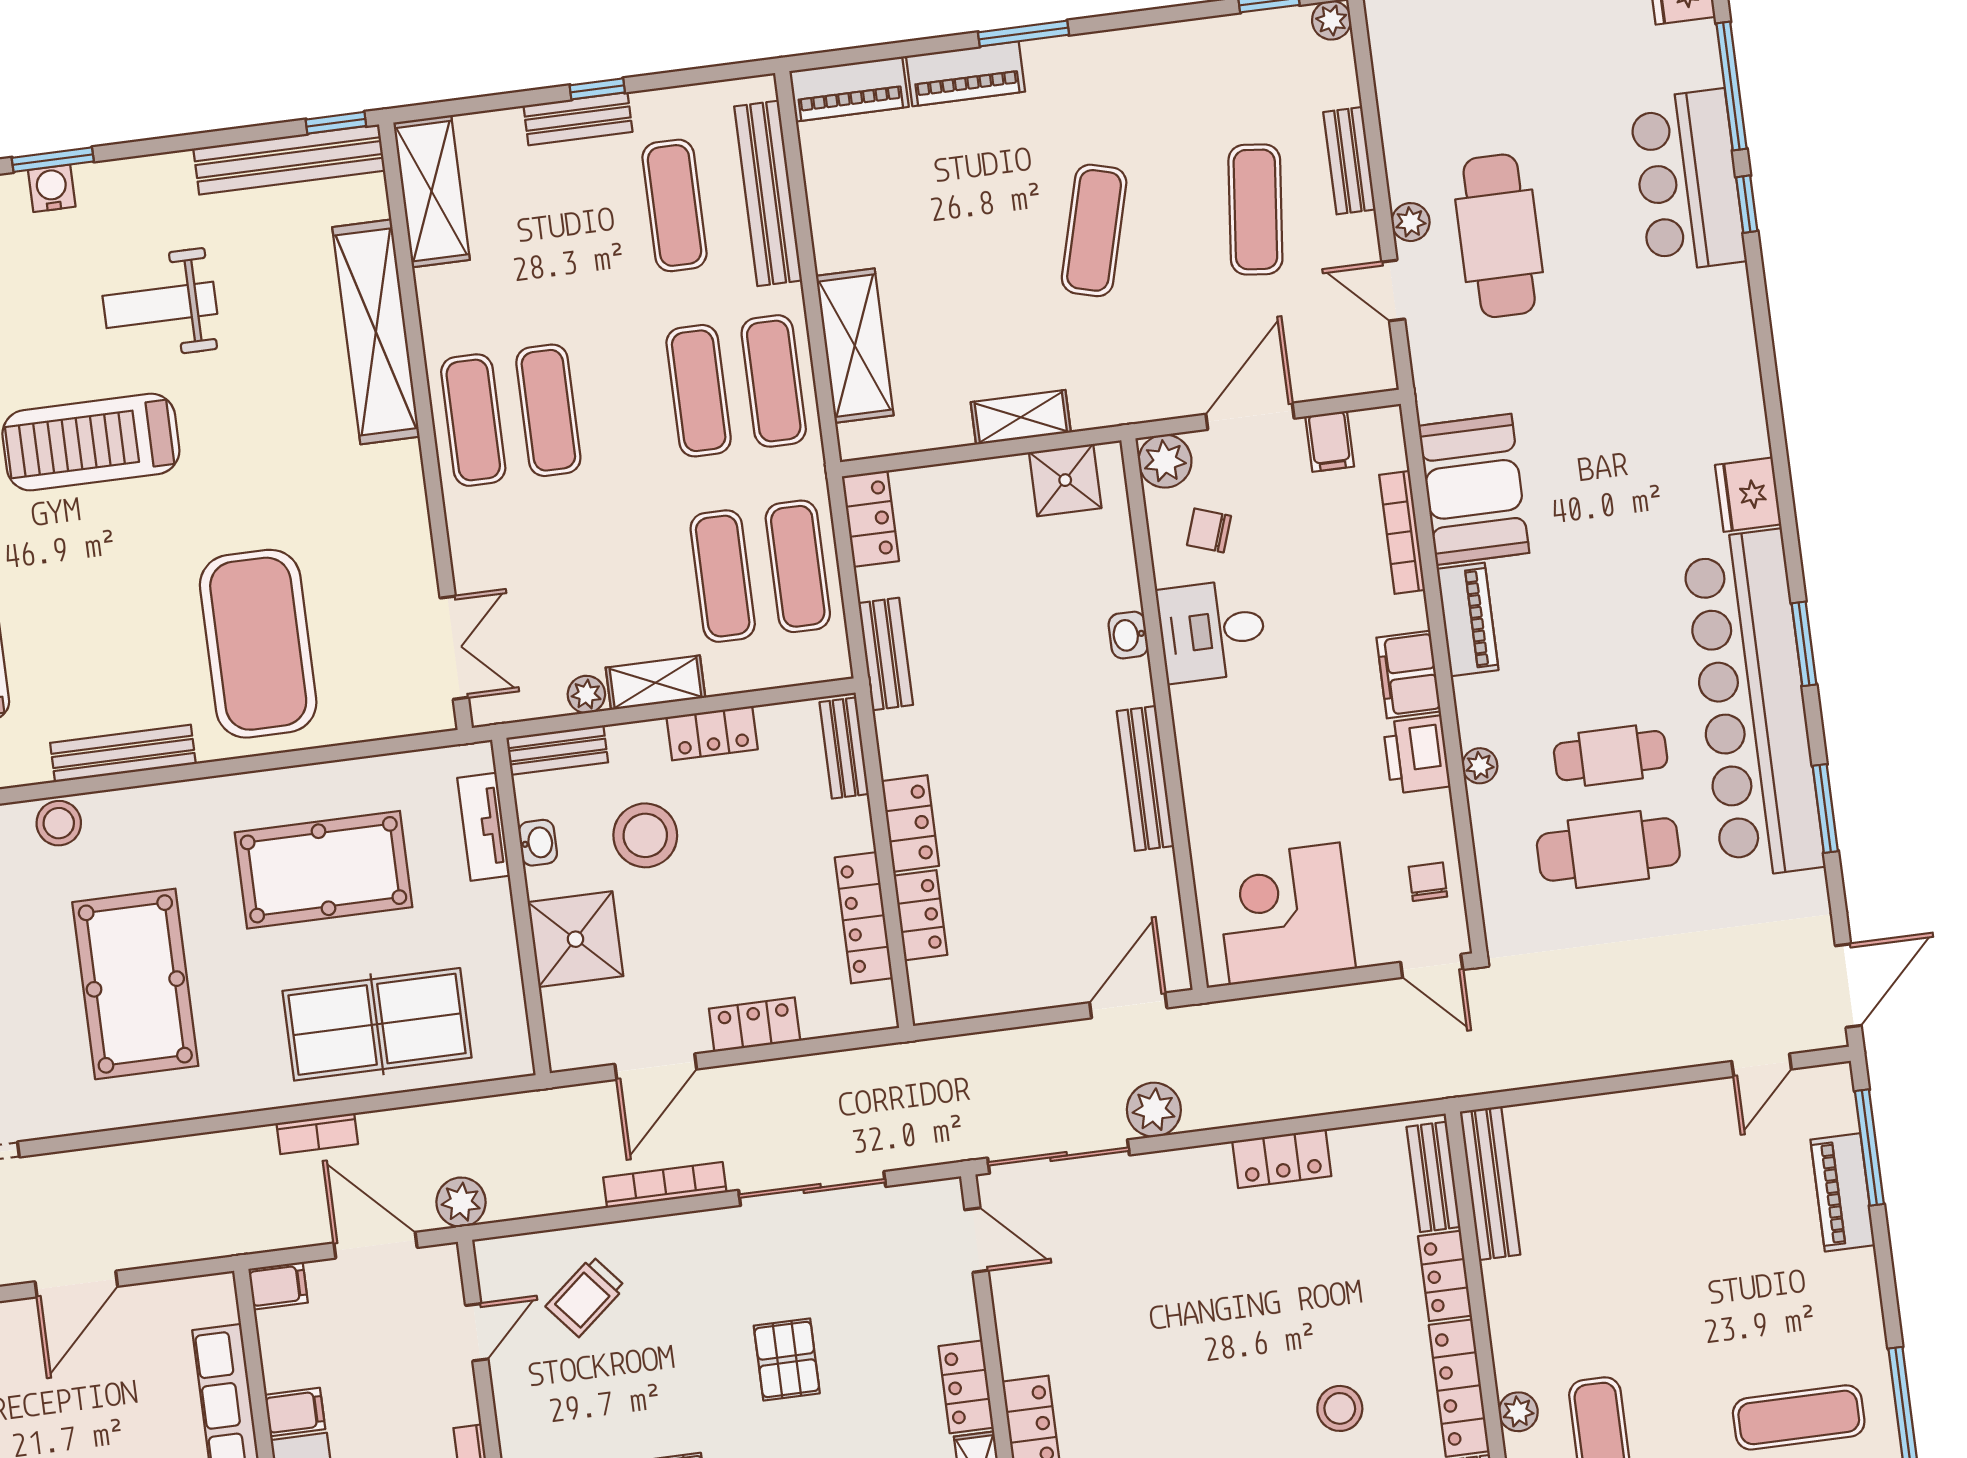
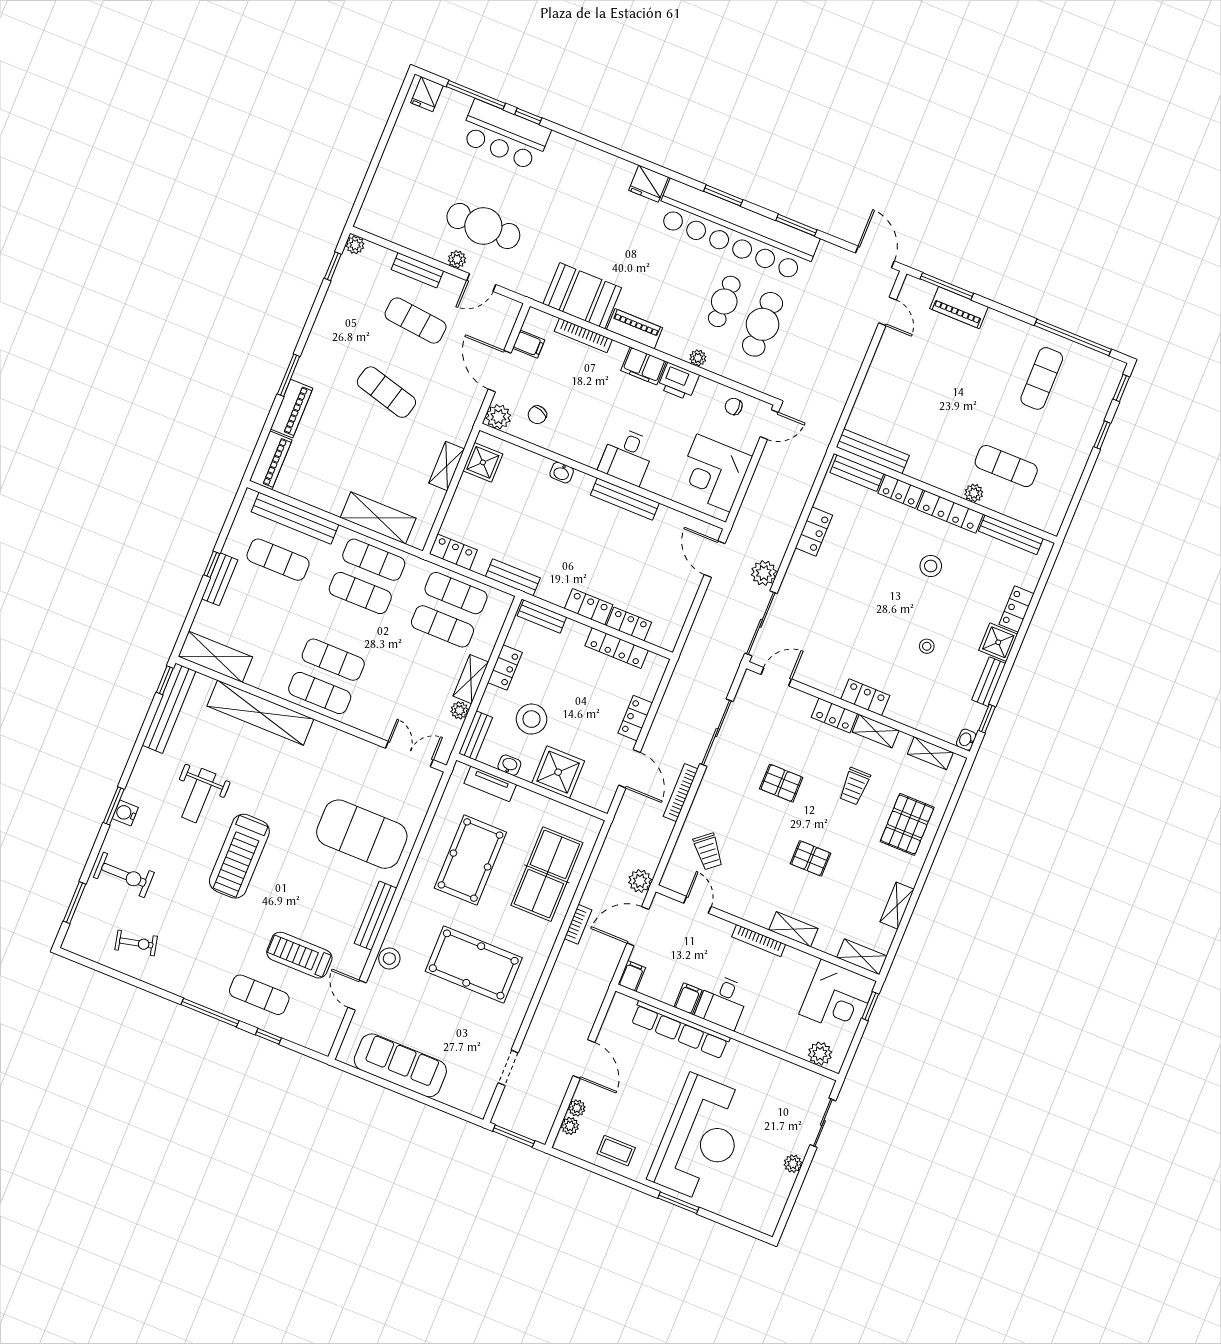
desk: (1212, 631) -> (627, 456), moved

